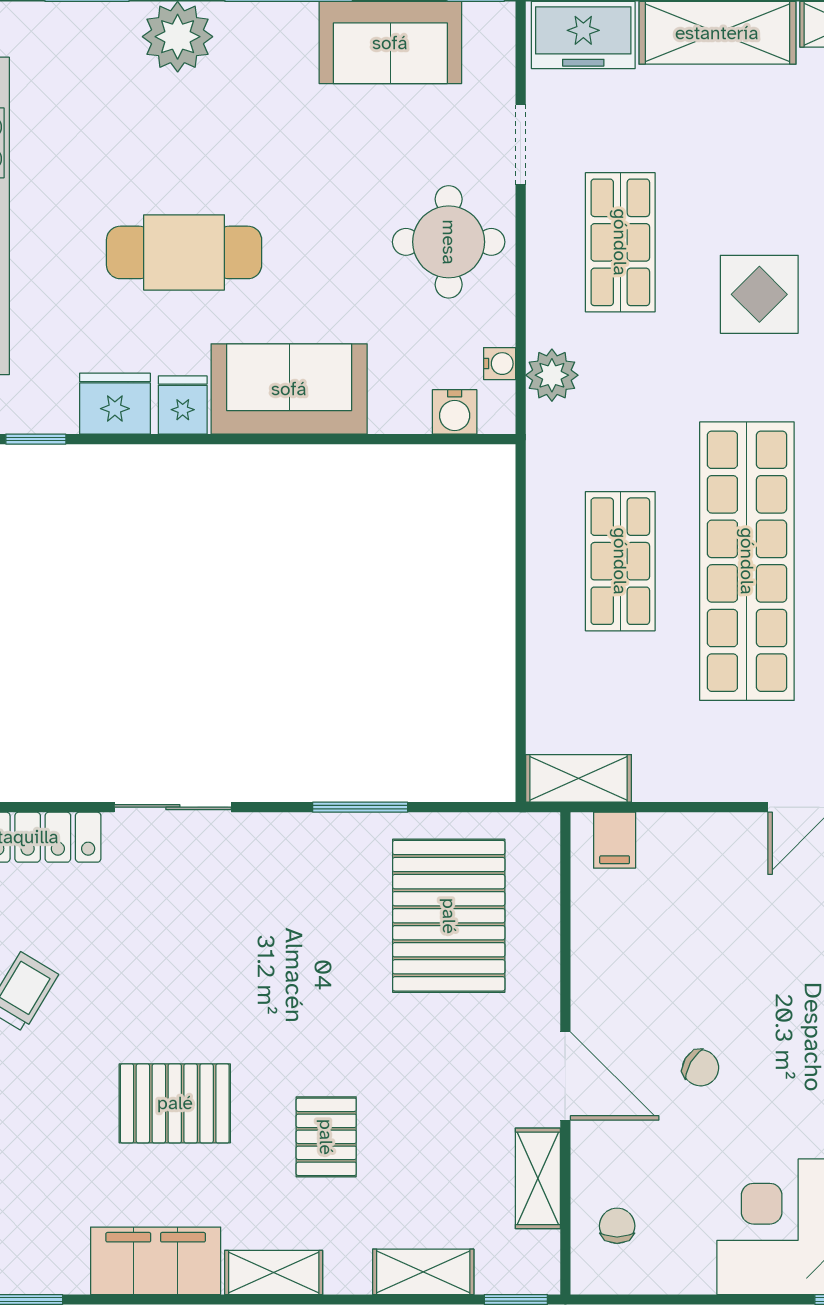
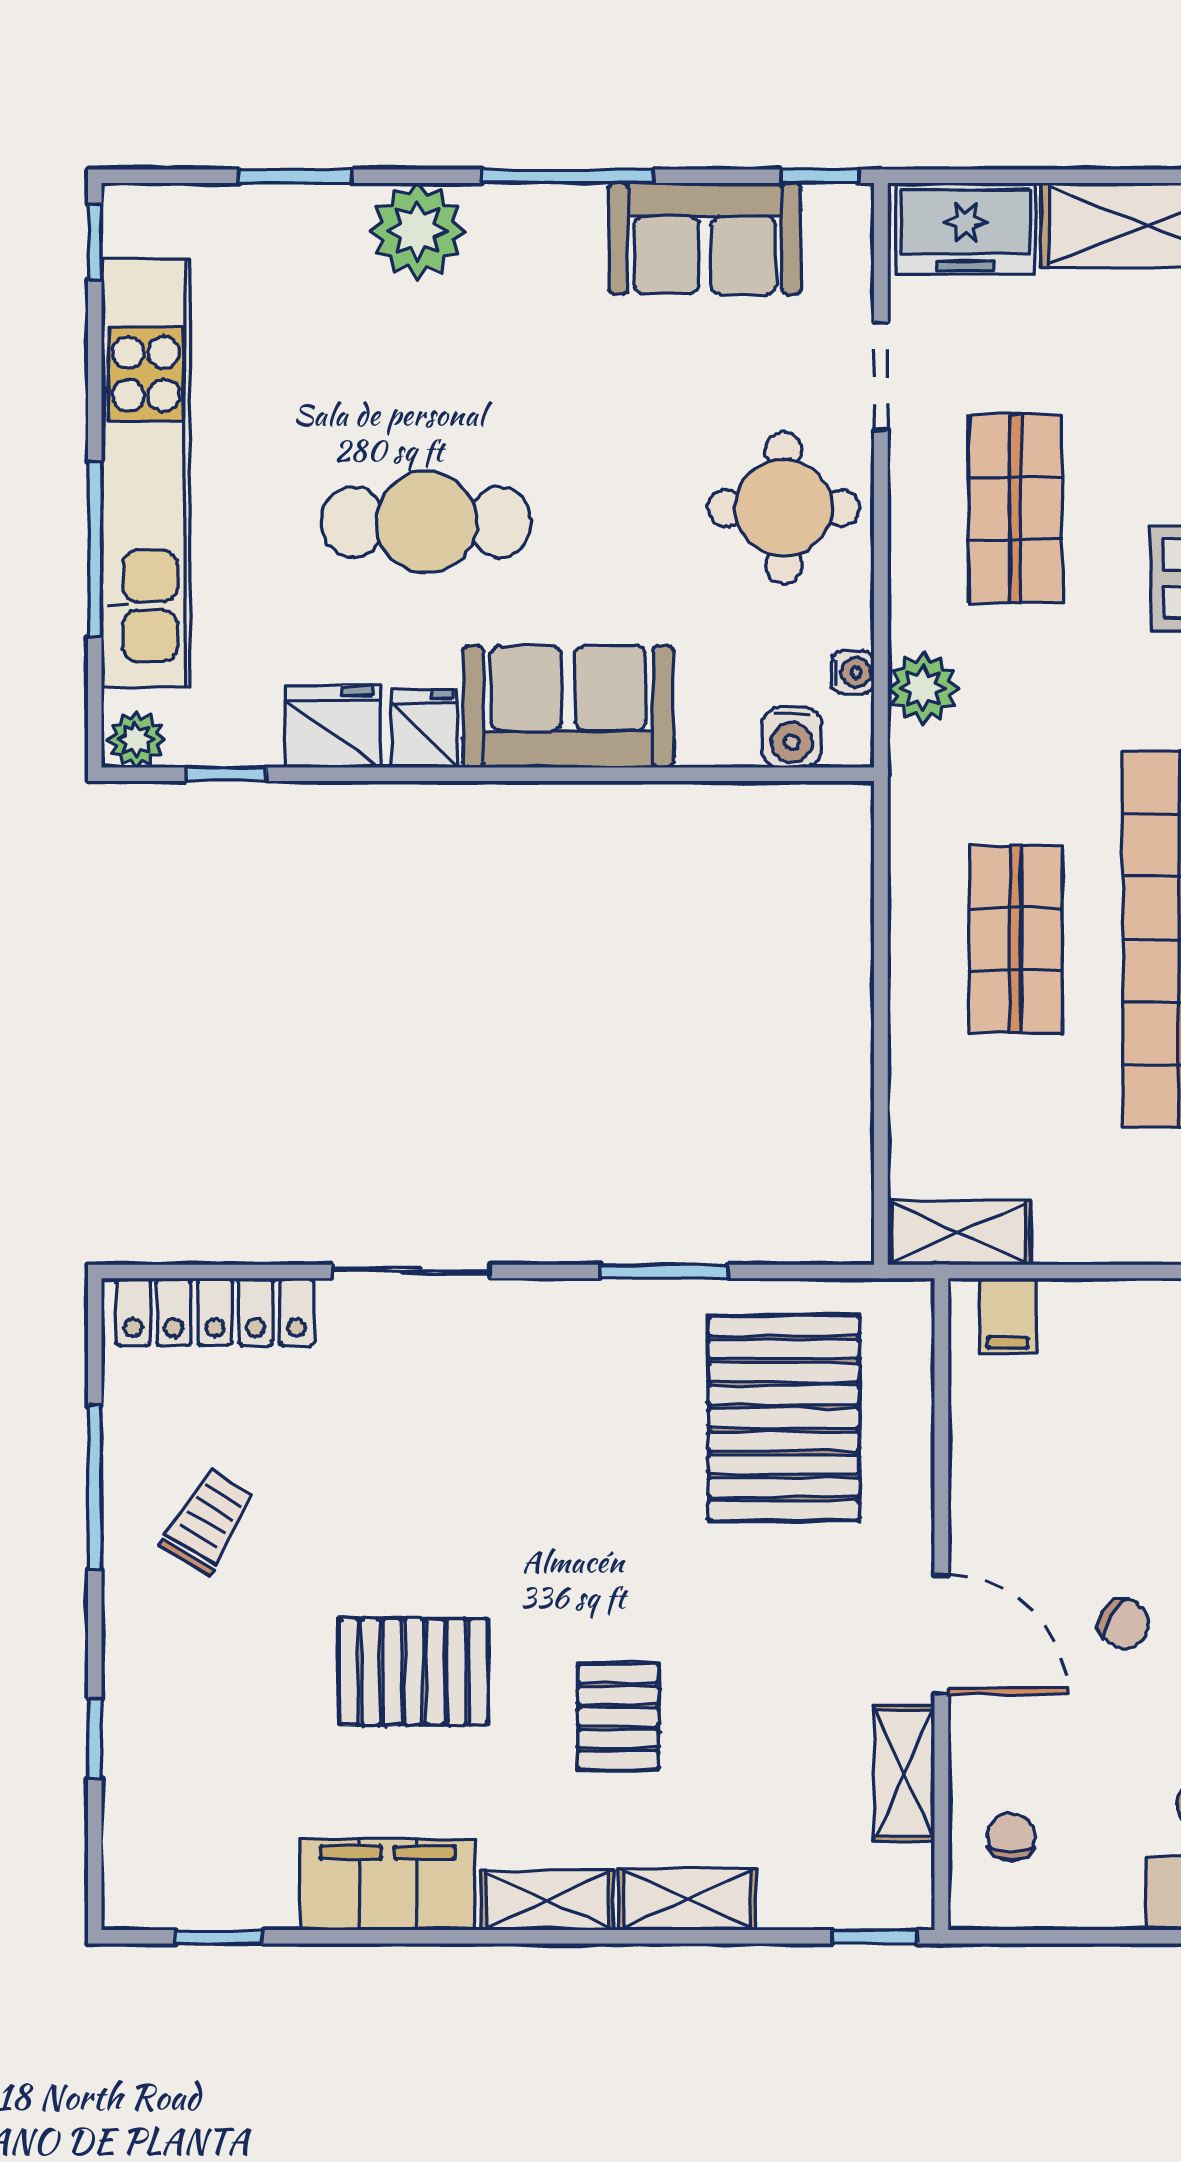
shelving: (423, 1272) -> (687, 1899), moved

